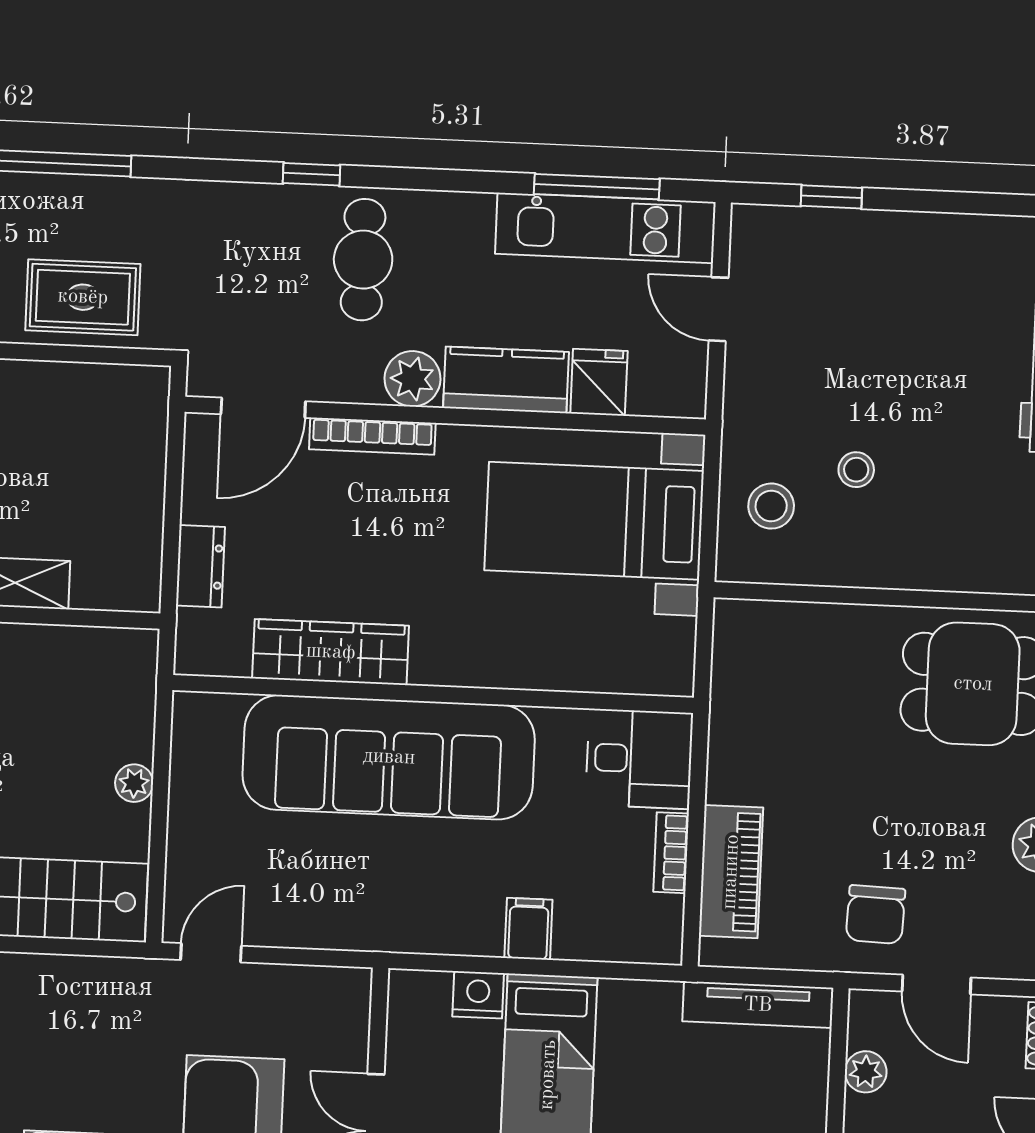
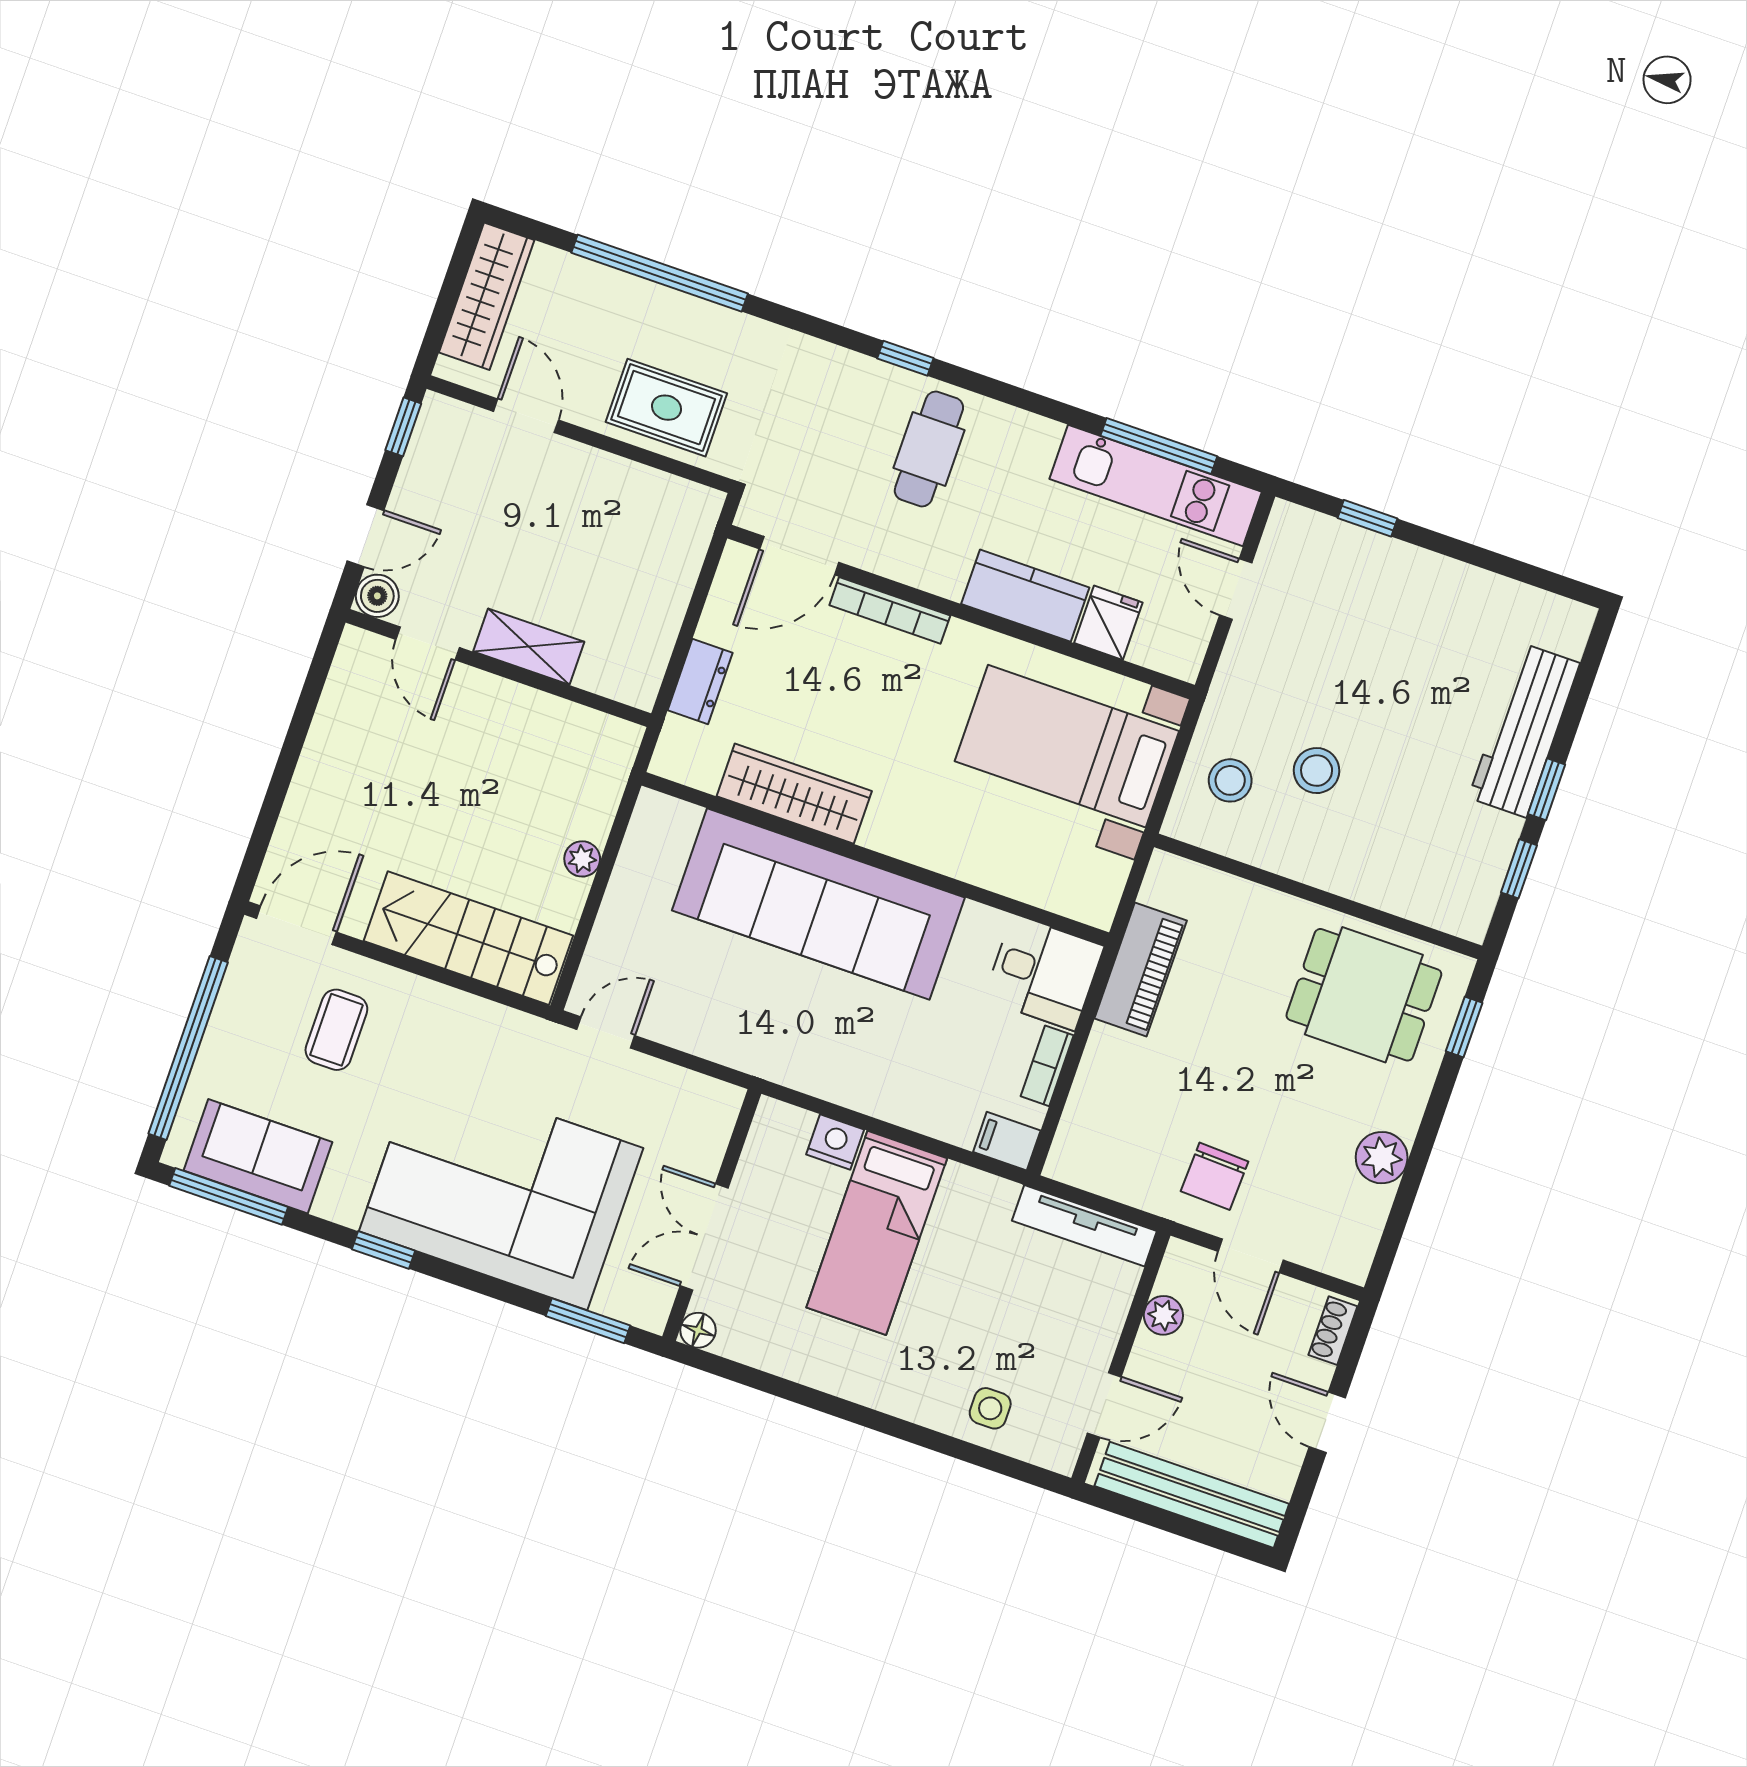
plant: (413, 379) -> (941, 570), removed
stool: (856, 470) -> (1317, 771), width x1.37, depth x1.37
piano: (731, 872) -> (1141, 969), moved
filing cabinet: (528, 929) -> (1007, 1141), moved, turned -90

